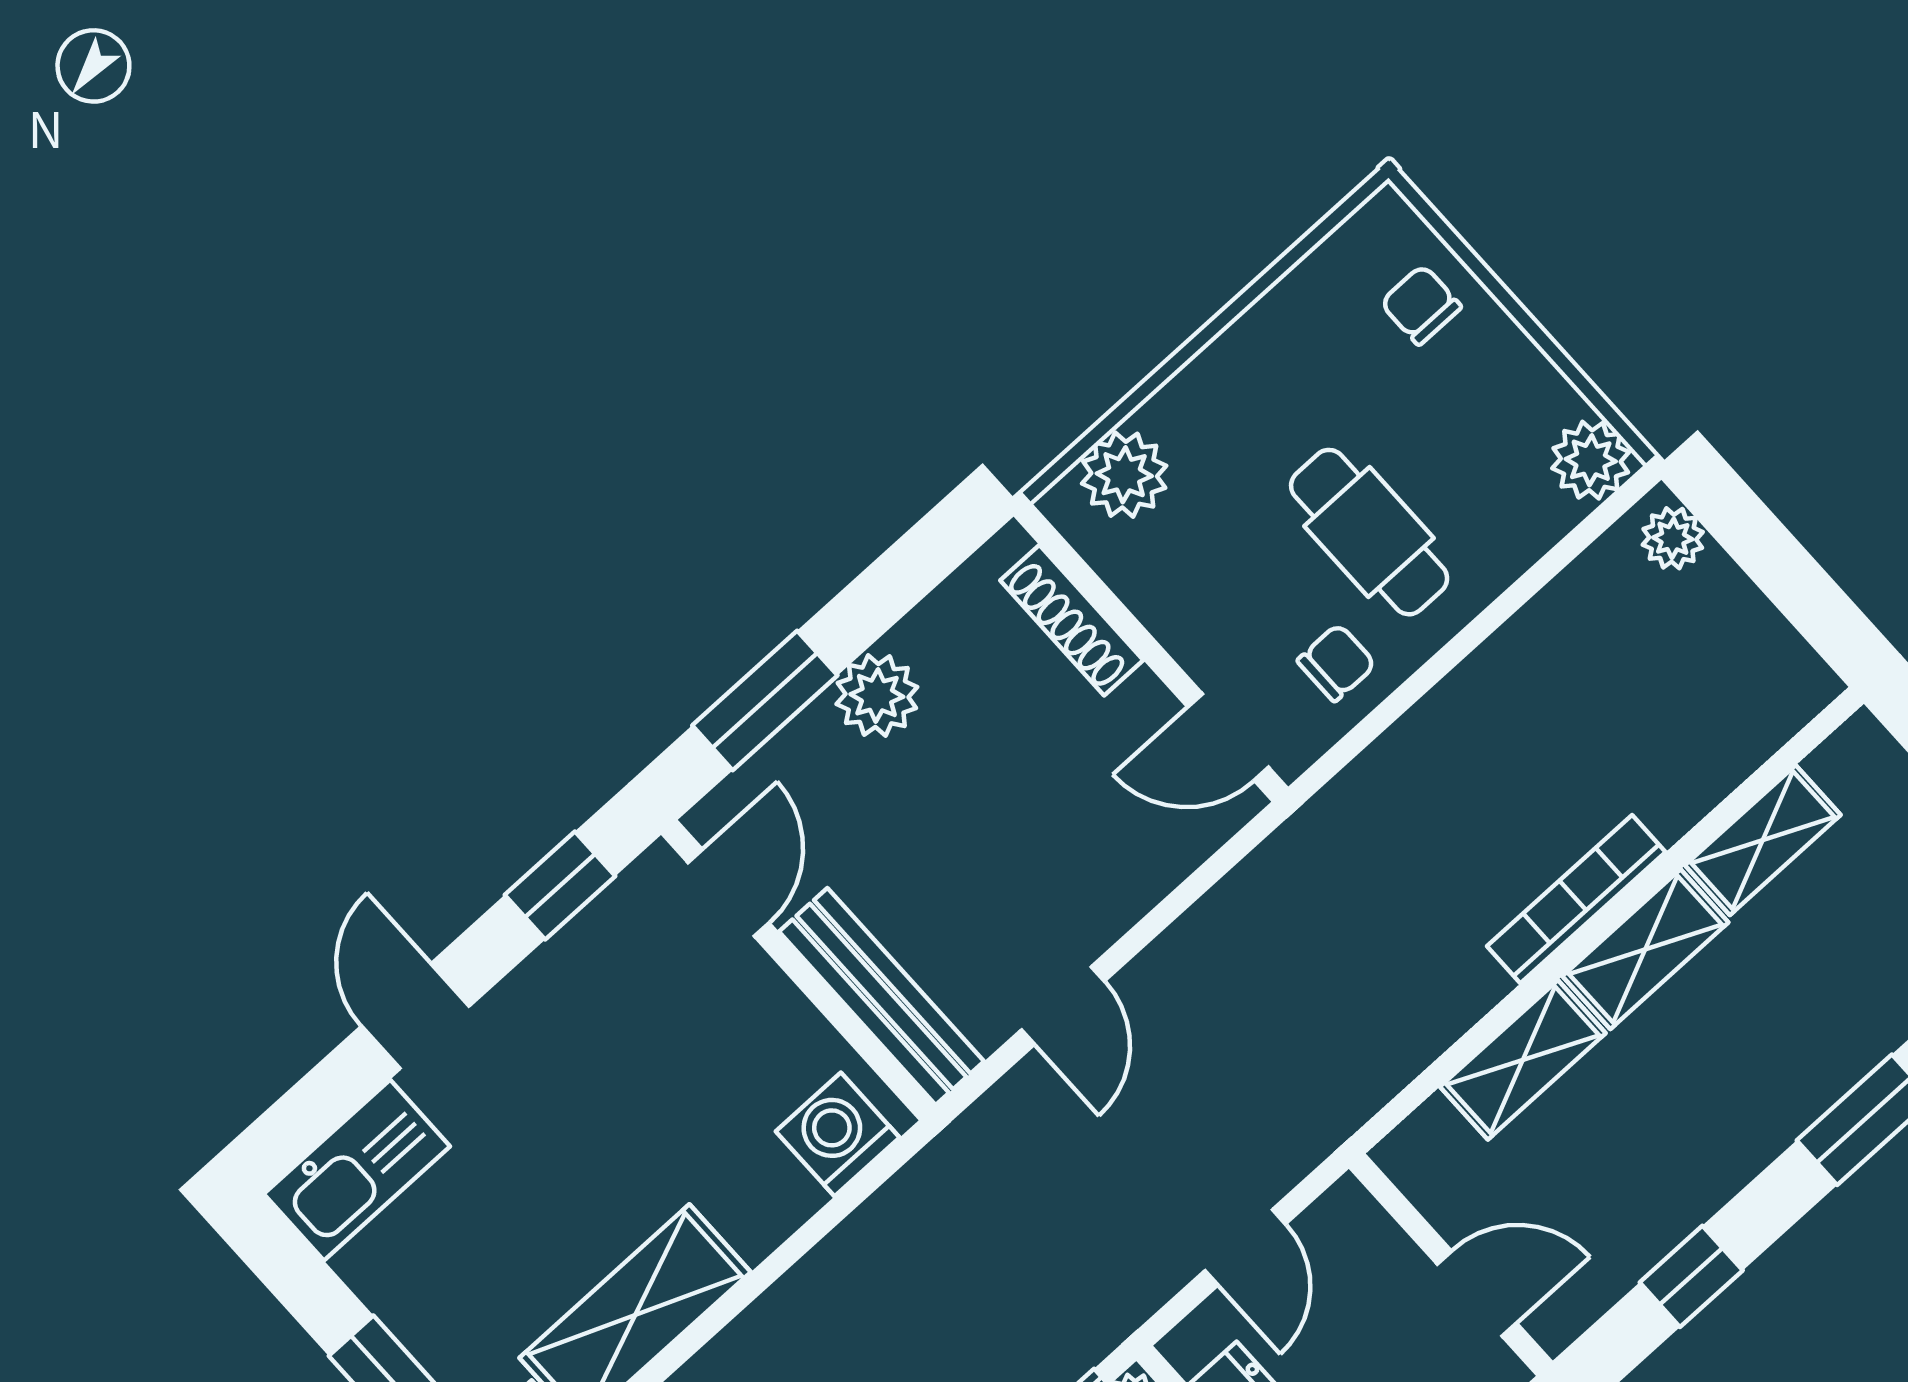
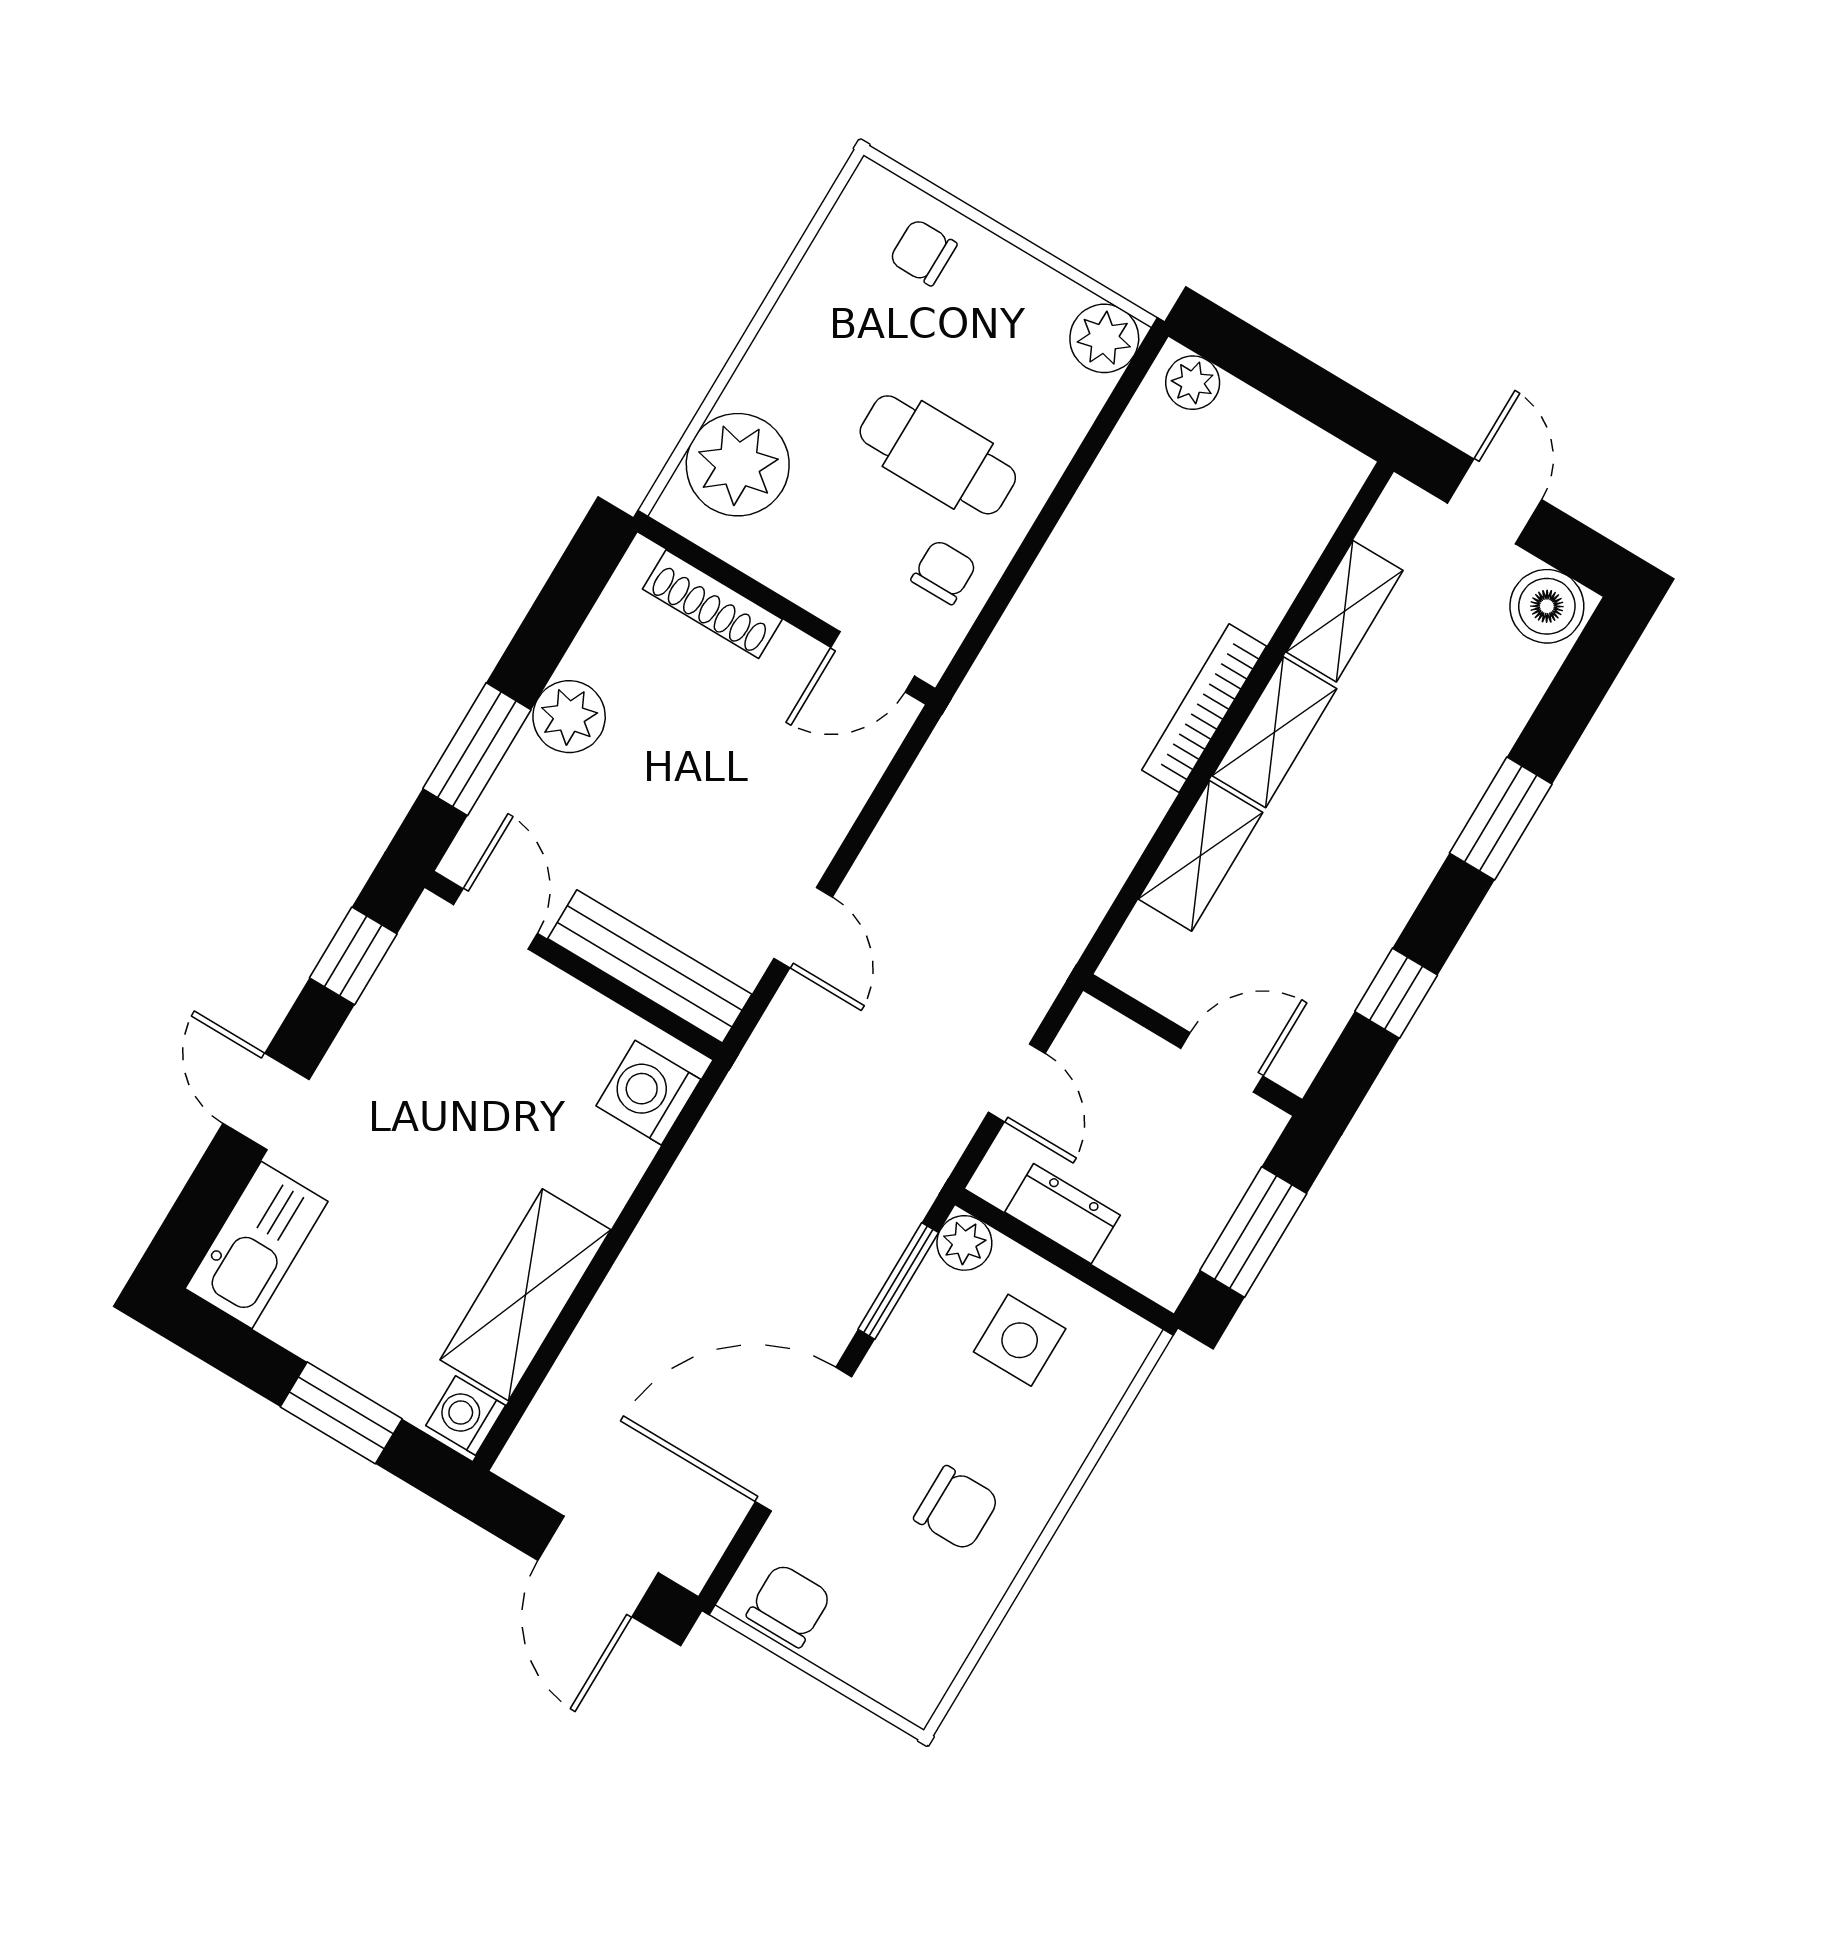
plant: (1124, 475) -> (738, 465), width x1.36, depth x1.36

